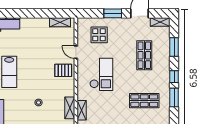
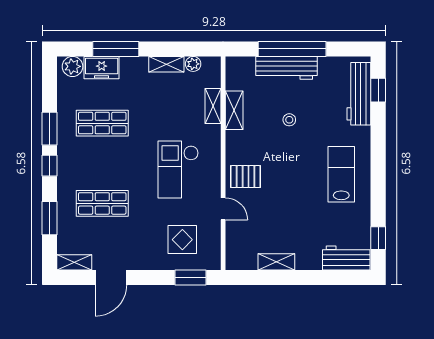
window: (113, 13) -> (191, 278), moved
shelving: (60, 22) -> (276, 262), moved
shop shelf: (144, 55) -> (102, 203), turned 90

